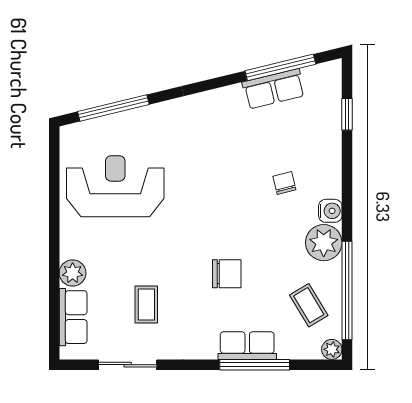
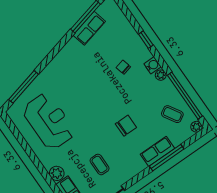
window: (347, 114) -> (146, 40), moved
reception desk: (115, 186) -> (49, 121), turned 90
plant: (324, 243) -> (161, 75), width x0.53, depth x0.53

